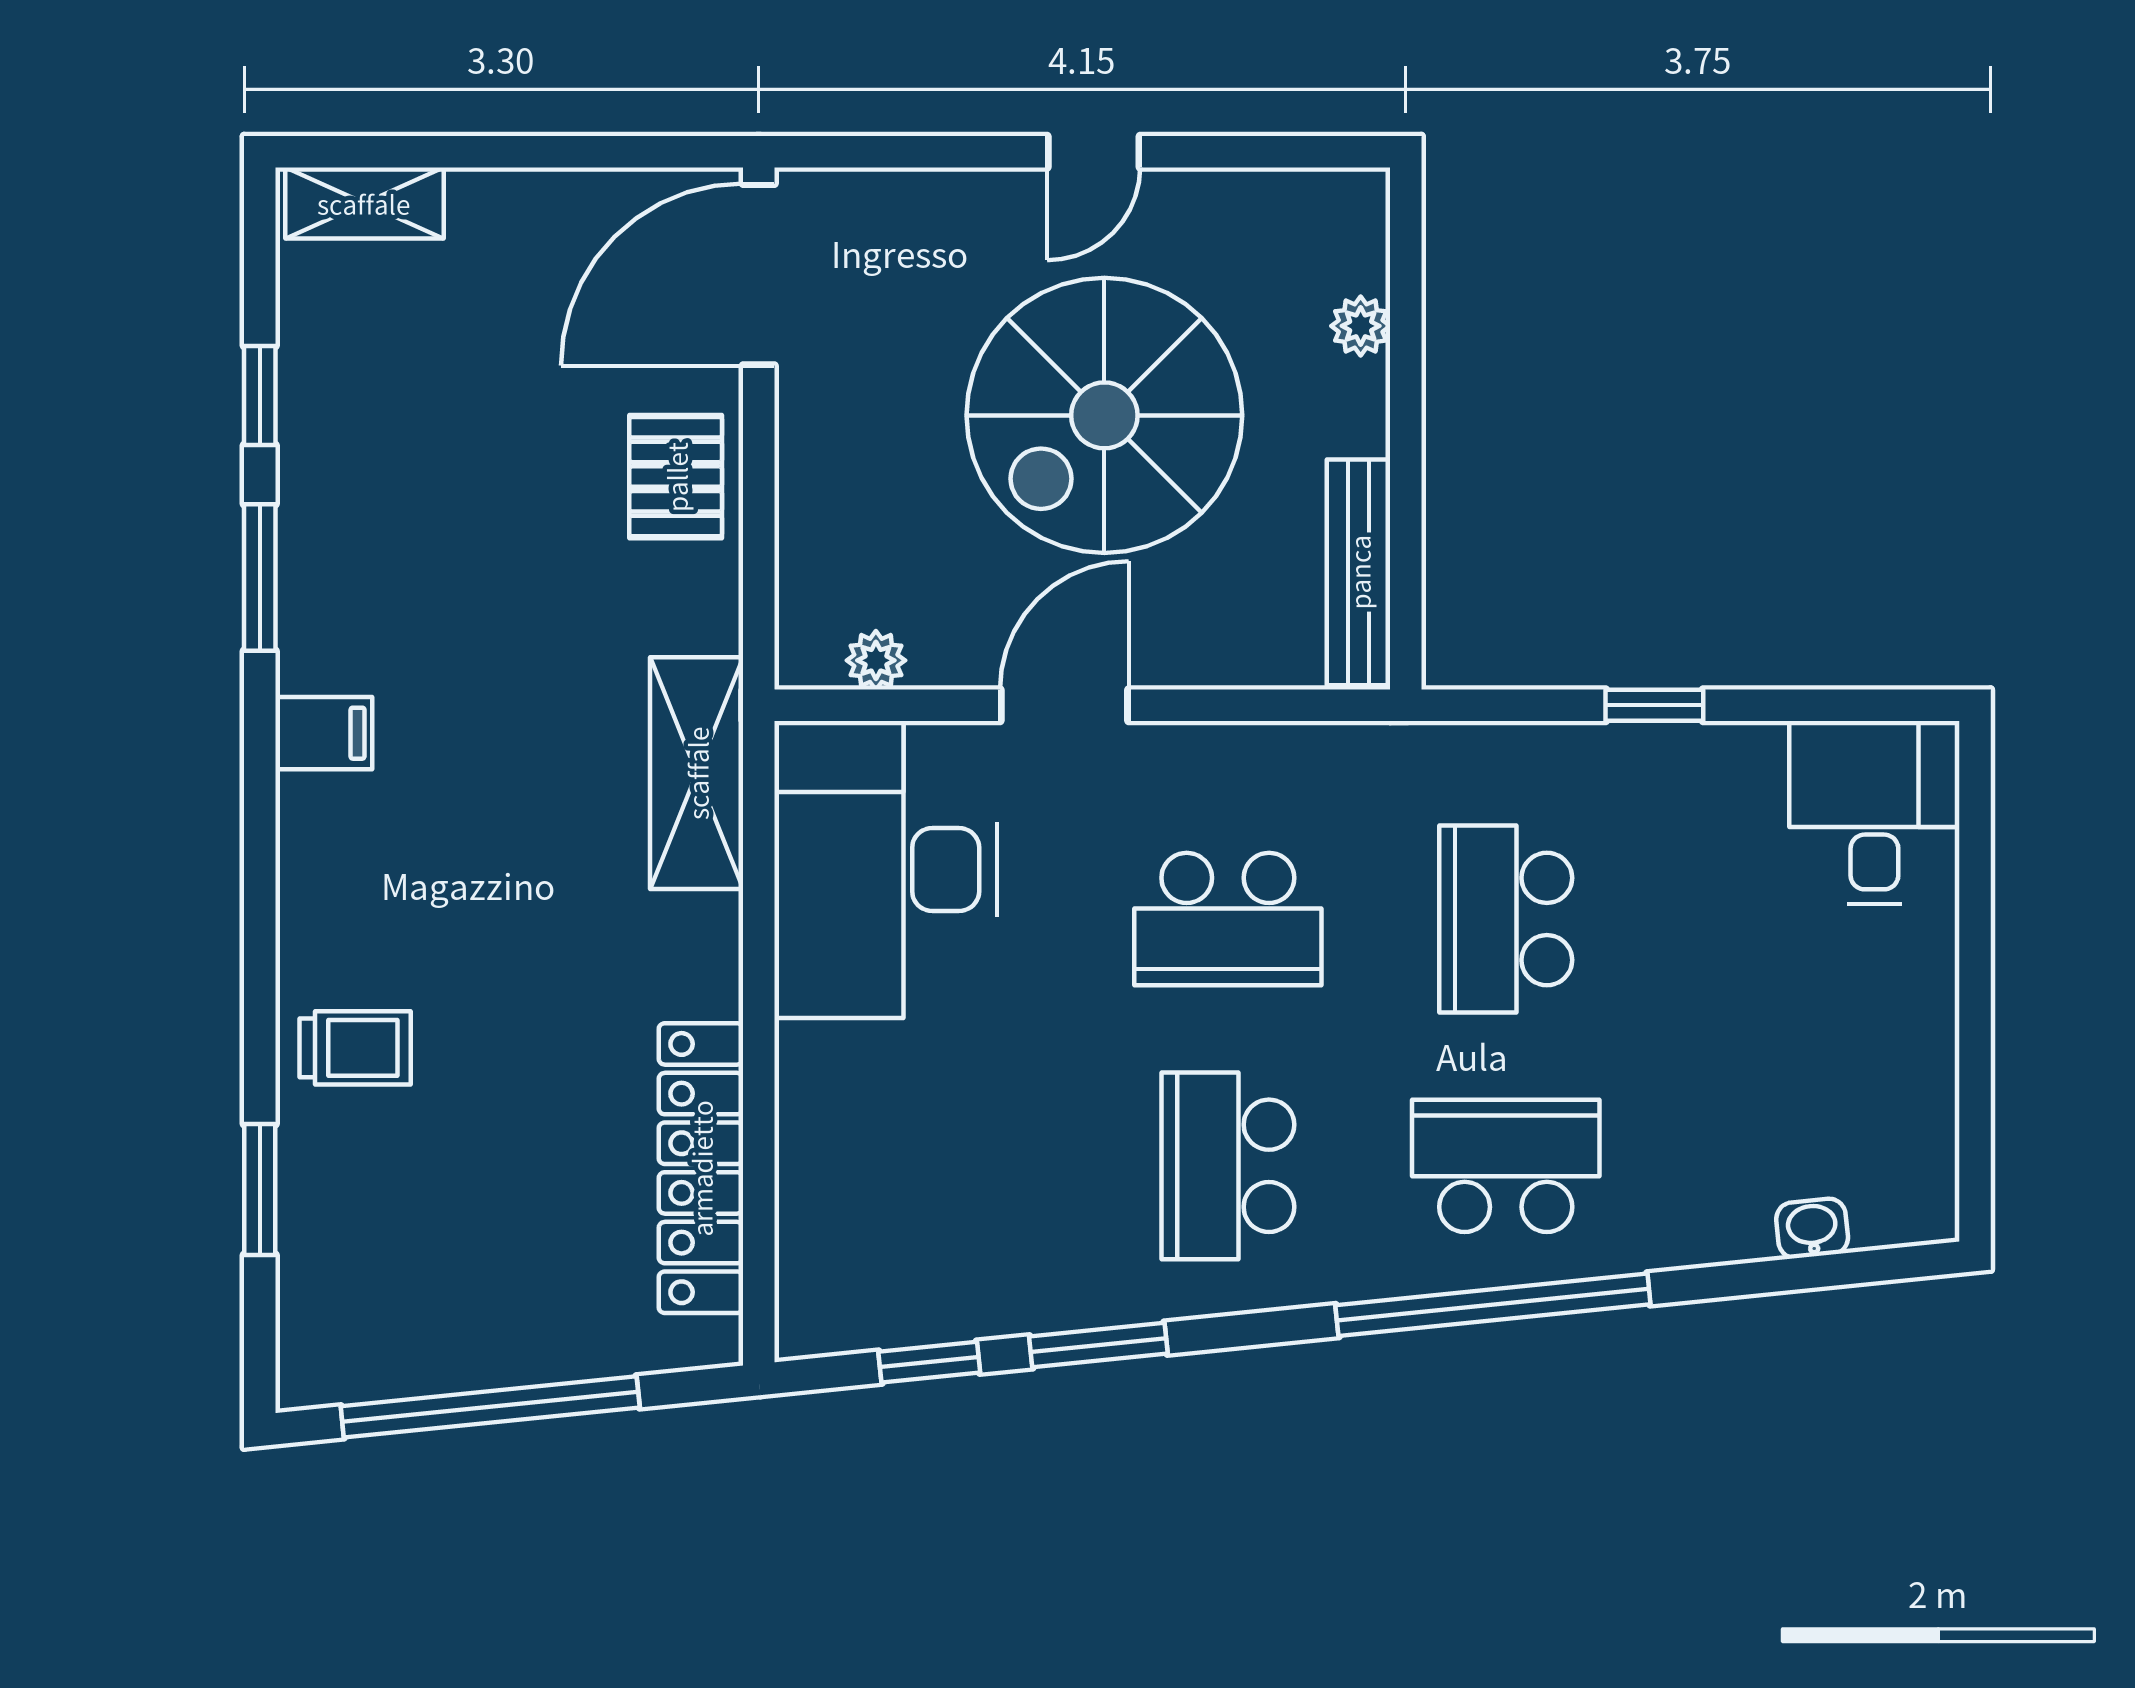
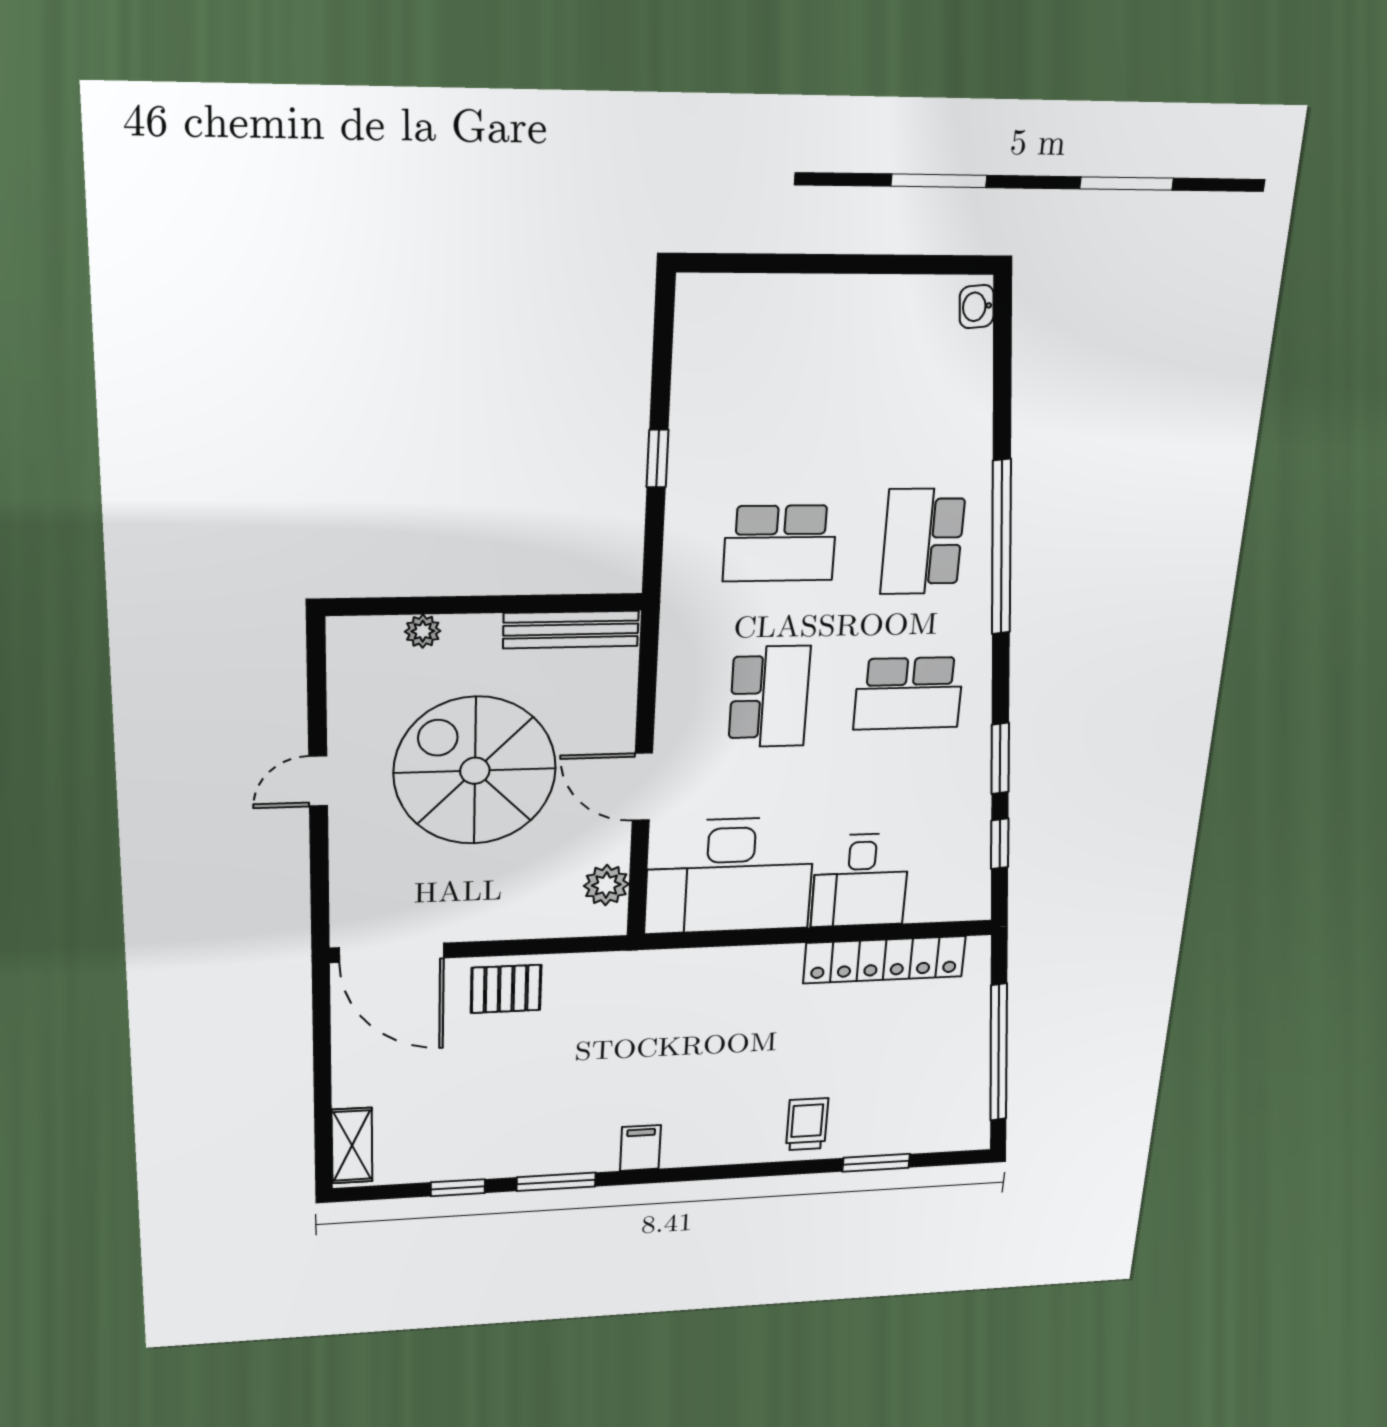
door: (1094, 152) -> (318, 781), swing flipped
spiral stairs: (1104, 415) -> (475, 771), turned 180
plant: (876, 660) -> (606, 885), width x1.38, depth x1.38
shelving: (697, 773) -> (671, 971), removed
desk: (1874, 812) -> (860, 880), moved, turned -90
washbasin: (1812, 1228) -> (977, 307), moved

